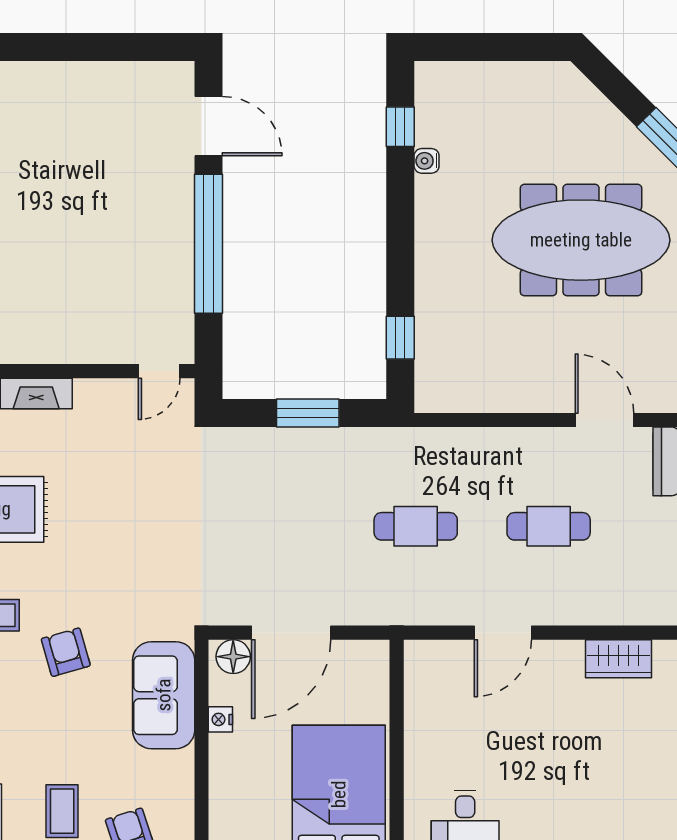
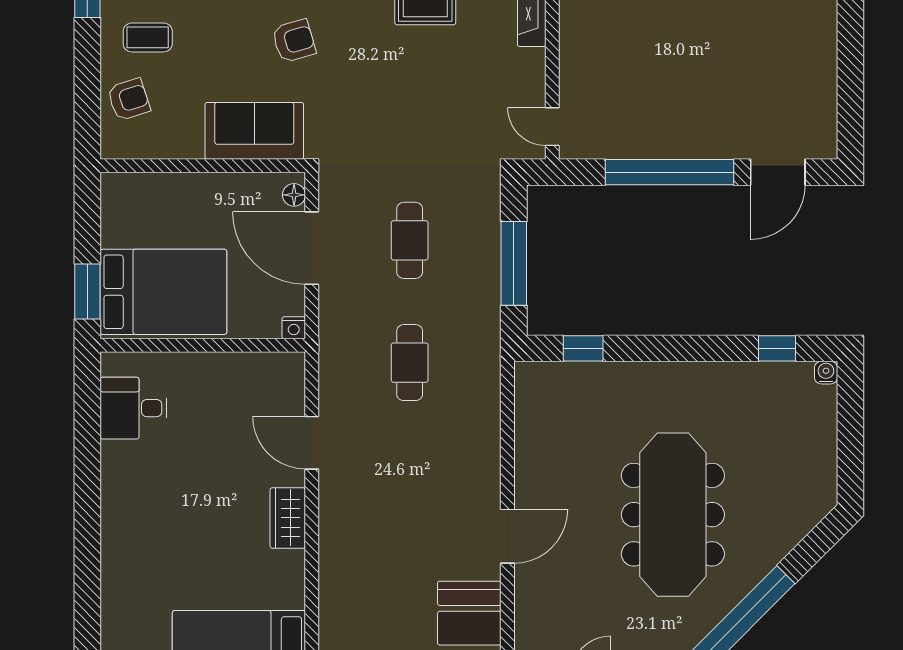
water cooler: (427, 161) -> (826, 373), moved
window: (308, 413) -> (514, 263), width x1.44
cafe table: (549, 526) -> (410, 240), moved
floor lamp: (233, 657) -> (294, 195), width x0.73, depth x0.73
wardrobe: (618, 659) -> (288, 518), moved
nightstand: (220, 719) -> (294, 328), moved, turned 180

